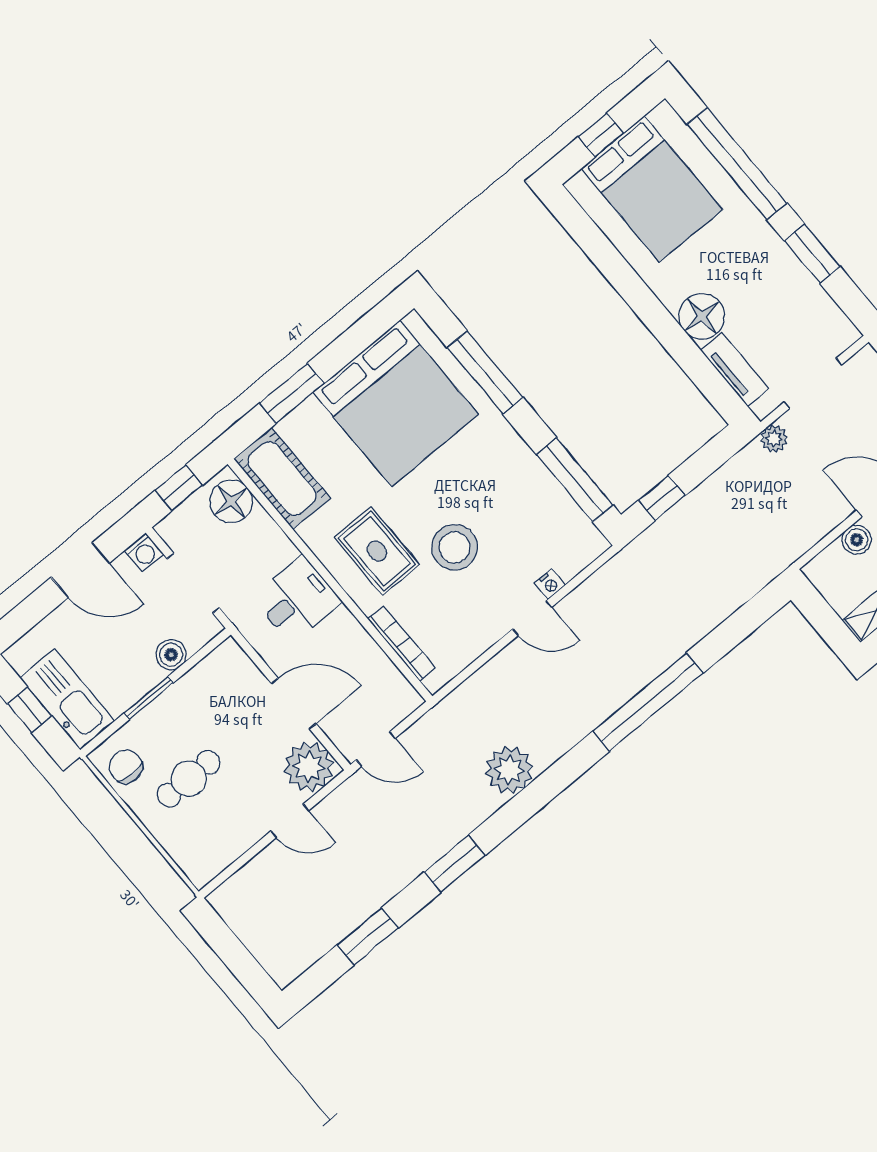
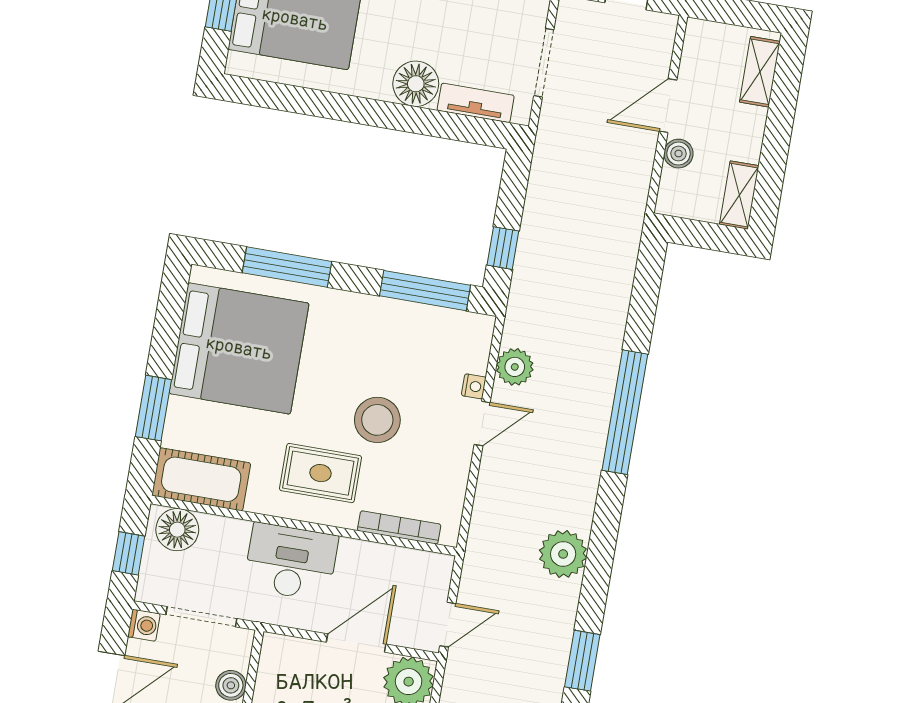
plant: (774, 439) -> (515, 367), moved, width x1.38, depth x1.38
desk: (297, 600) -> (291, 562), width x1.37

